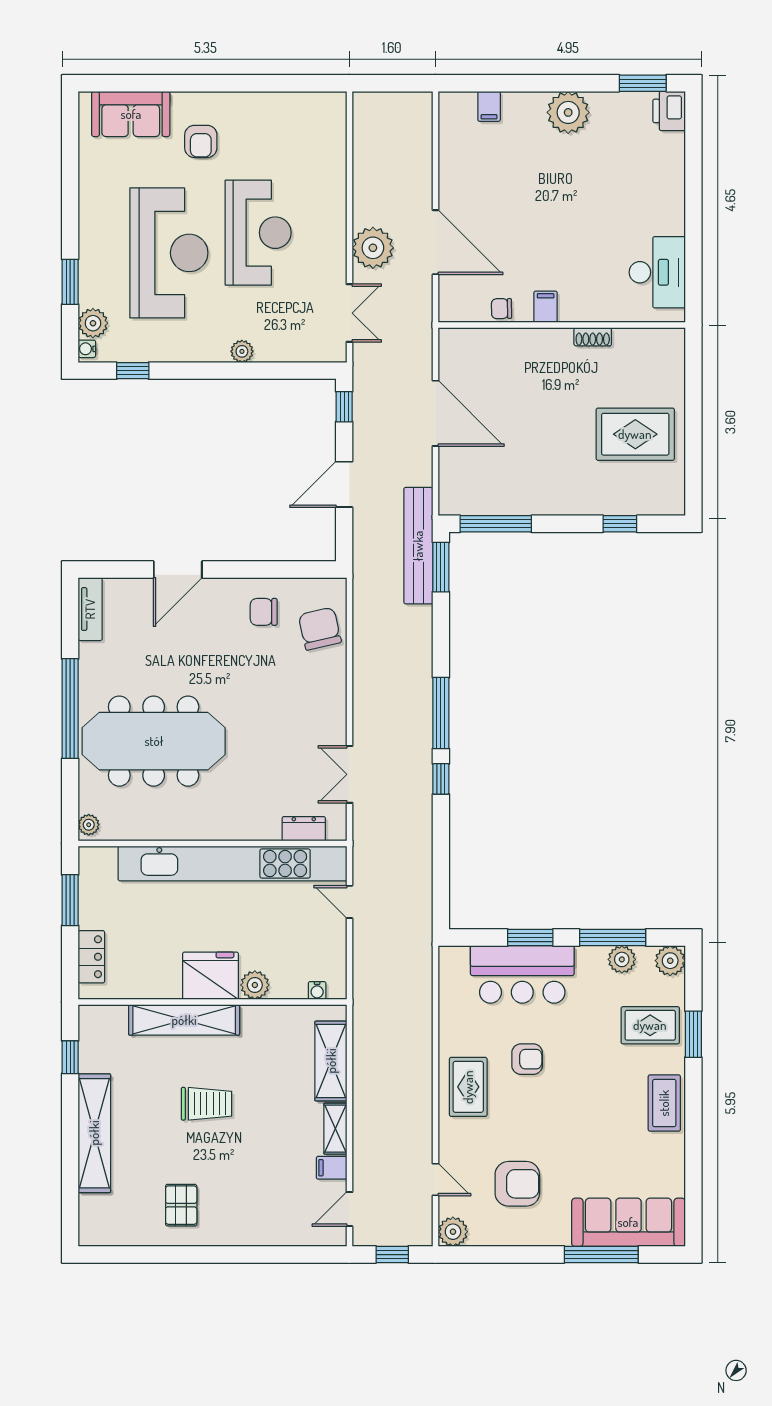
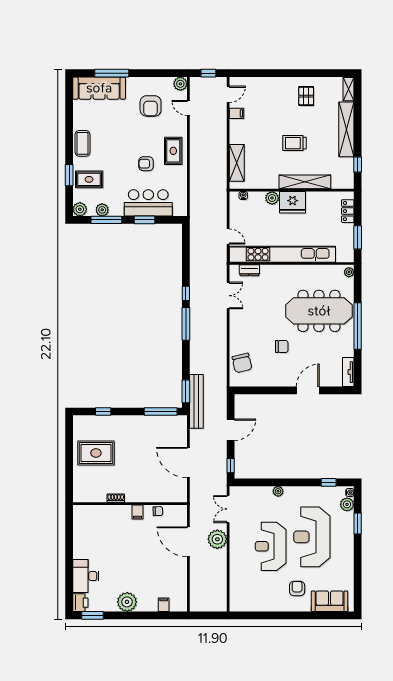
desk: (657, 272) -> (86, 576), moved
chair: (264, 612) -> (282, 346), moved
shelving: (335, 1129) -> (349, 89), moved
armchair: (517, 1184) -> (151, 106), turned -90

